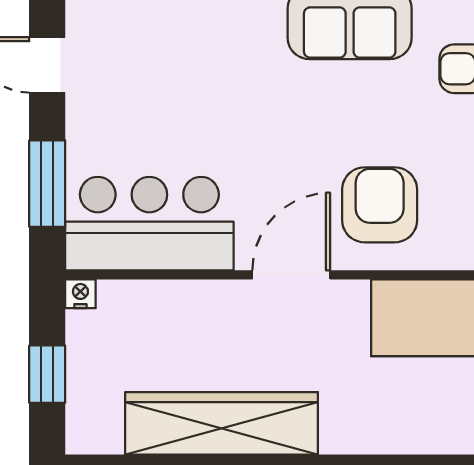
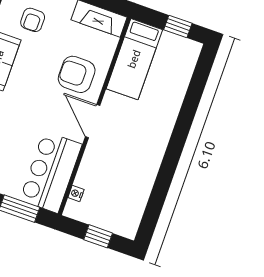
nightstand: (80, 294) -> (76, 193), moved
wardrobe: (222, 423) -> (144, 171), removed

